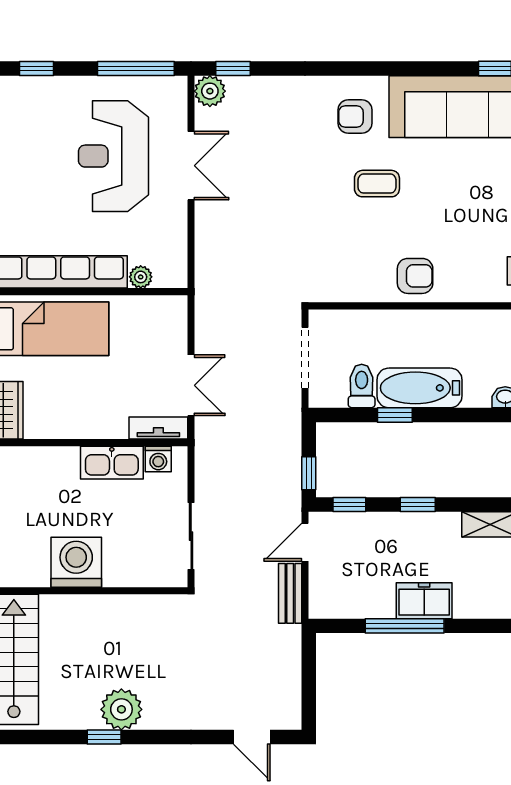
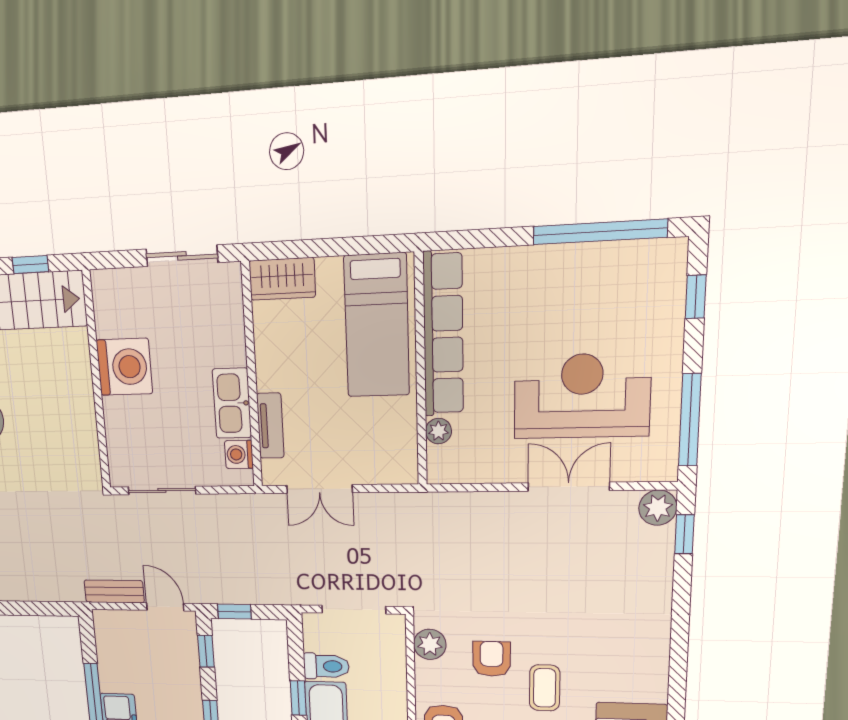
armchair: (355, 116) -> (492, 659), moved
double door: (191, 166) -> (569, 487), swing flipped
plant: (337, 288) -> (430, 644), added
tv unit: (158, 428) -> (270, 426), moved

